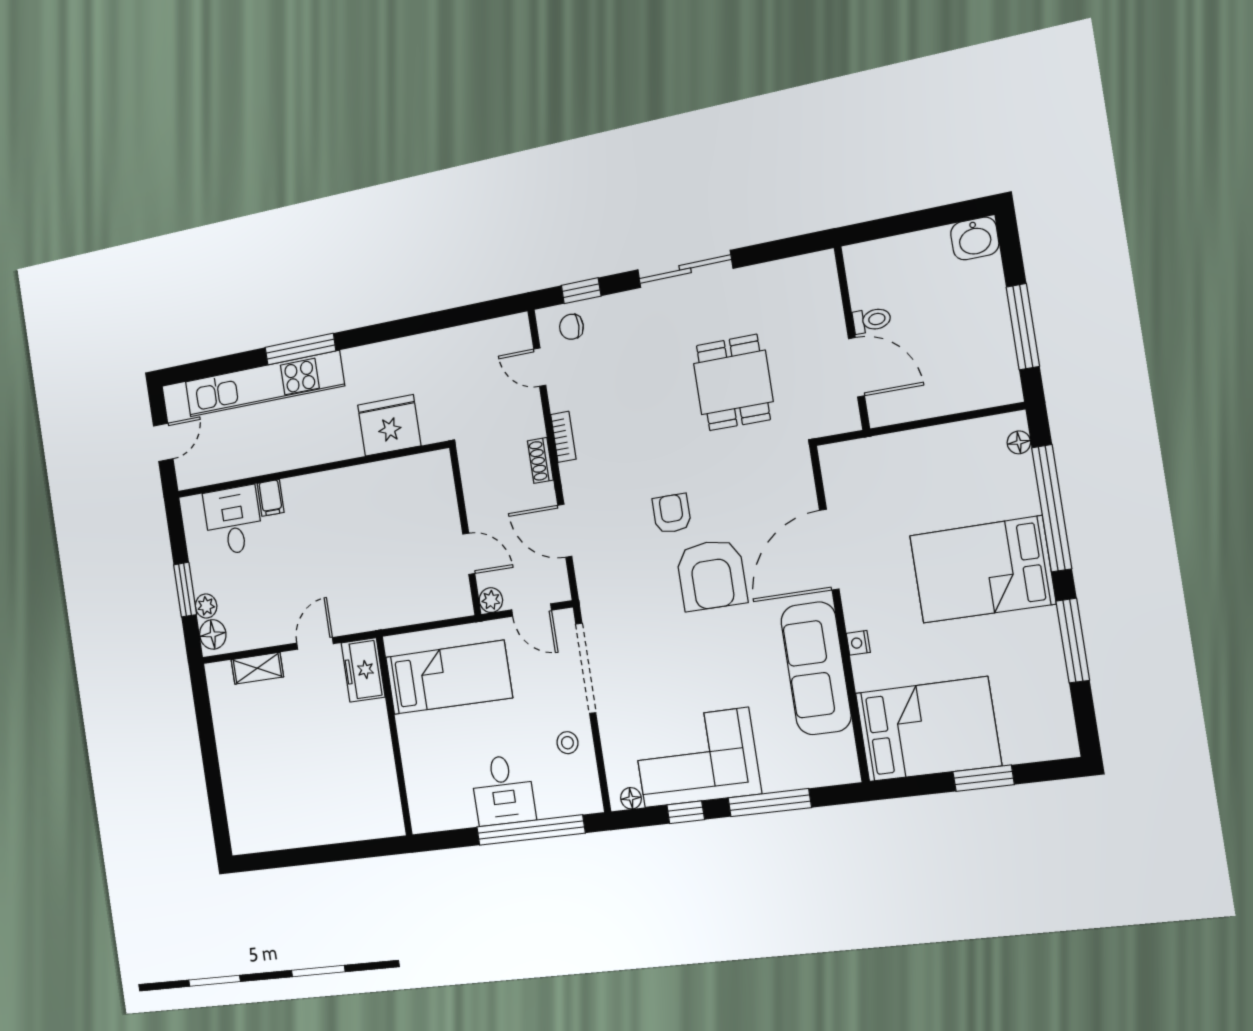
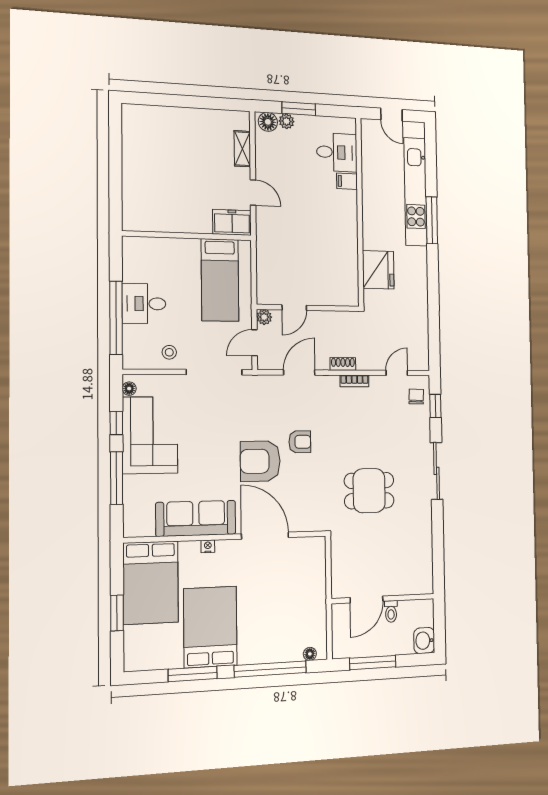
toilet: (872, 320) -> (391, 611), moved
wall: (852, 338) -> (383, 599), moved
door: (856, 367) -> (367, 599), moved
bed: (982, 570) -> (210, 627), moved

